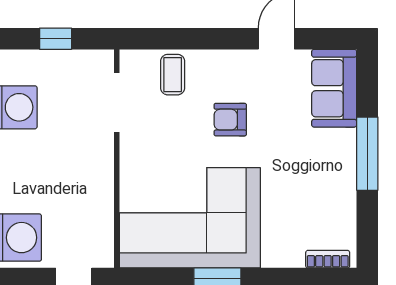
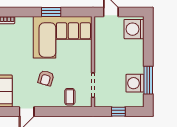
armchair: (230, 120) -> (46, 78), turned 106

